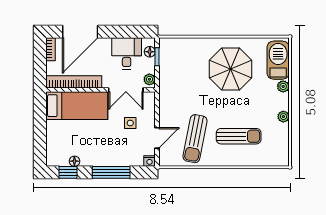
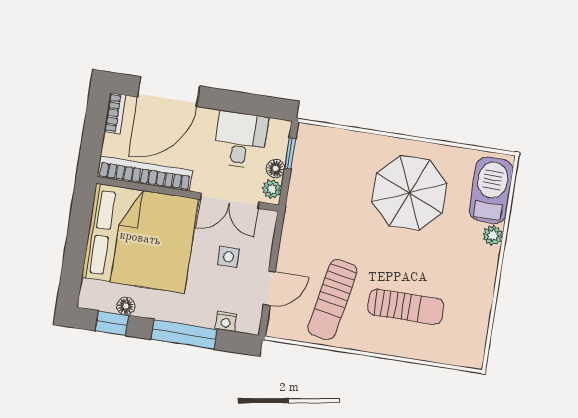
floor lamp: (150, 52) -> (275, 169), moved
bed: (77, 106) -> (140, 238), width x2.04
plant: (283, 117) -> (485, 286), removed
nightstand: (150, 161) -> (226, 321), moved

